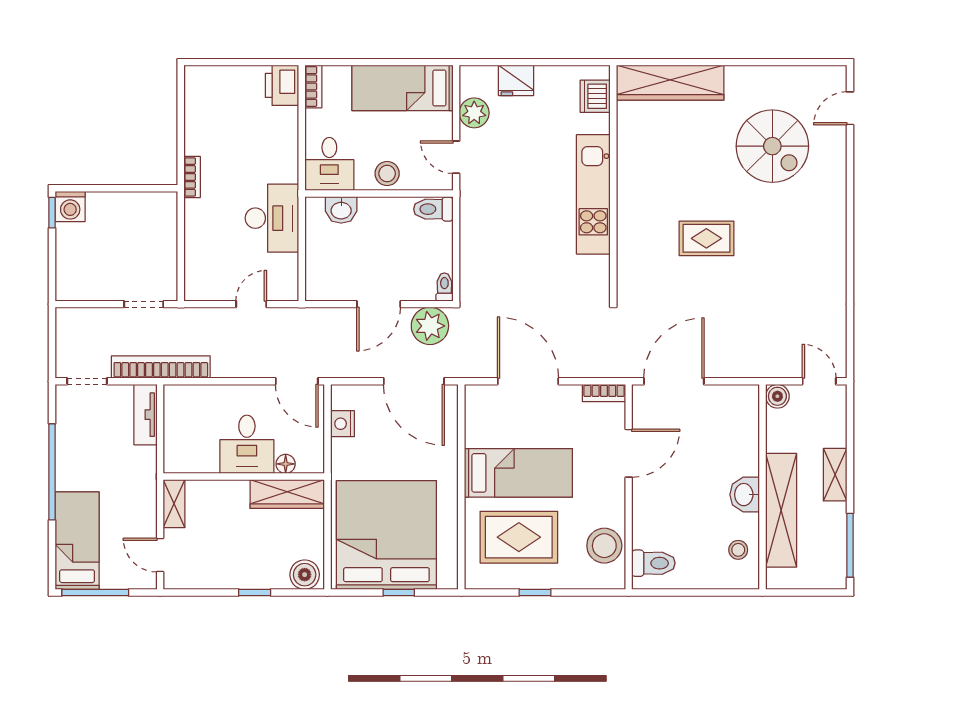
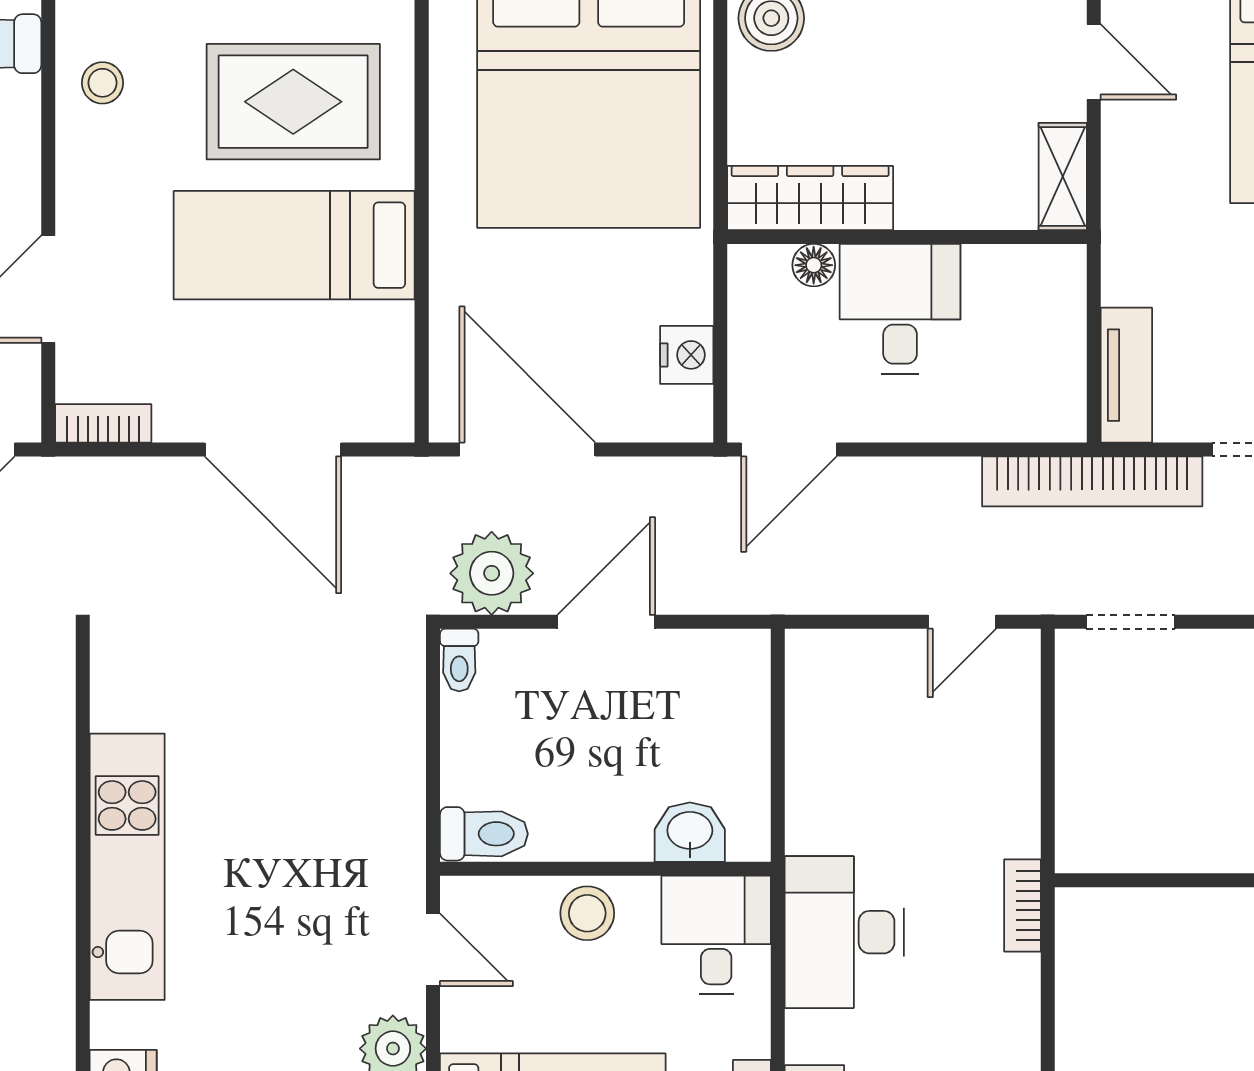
desk: (272, 218) -> (844, 932), moved
door: (251, 304) -> (962, 622), moved
door: (297, 381) -> (789, 449), swing flipped
stool: (604, 546) -> (102, 83), width x0.53, depth x0.53

